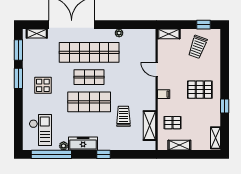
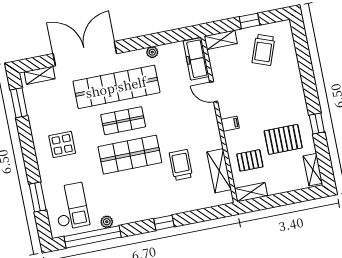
window: (203, 25) -> (250, 21), moved
window: (18, 78) -> (38, 197), moved
pallet: (200, 90) -> (283, 139), moved
freezer: (83, 143) -> (196, 59), moved, turned -90
shelving: (179, 145) -> (251, 192), moved

